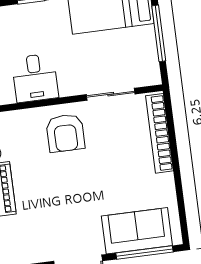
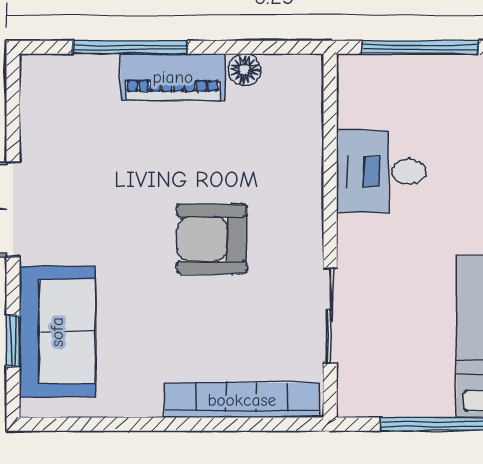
armchair: (65, 133) -> (212, 239), moved
window: (145, 252) -> (13, 341), width x0.46

